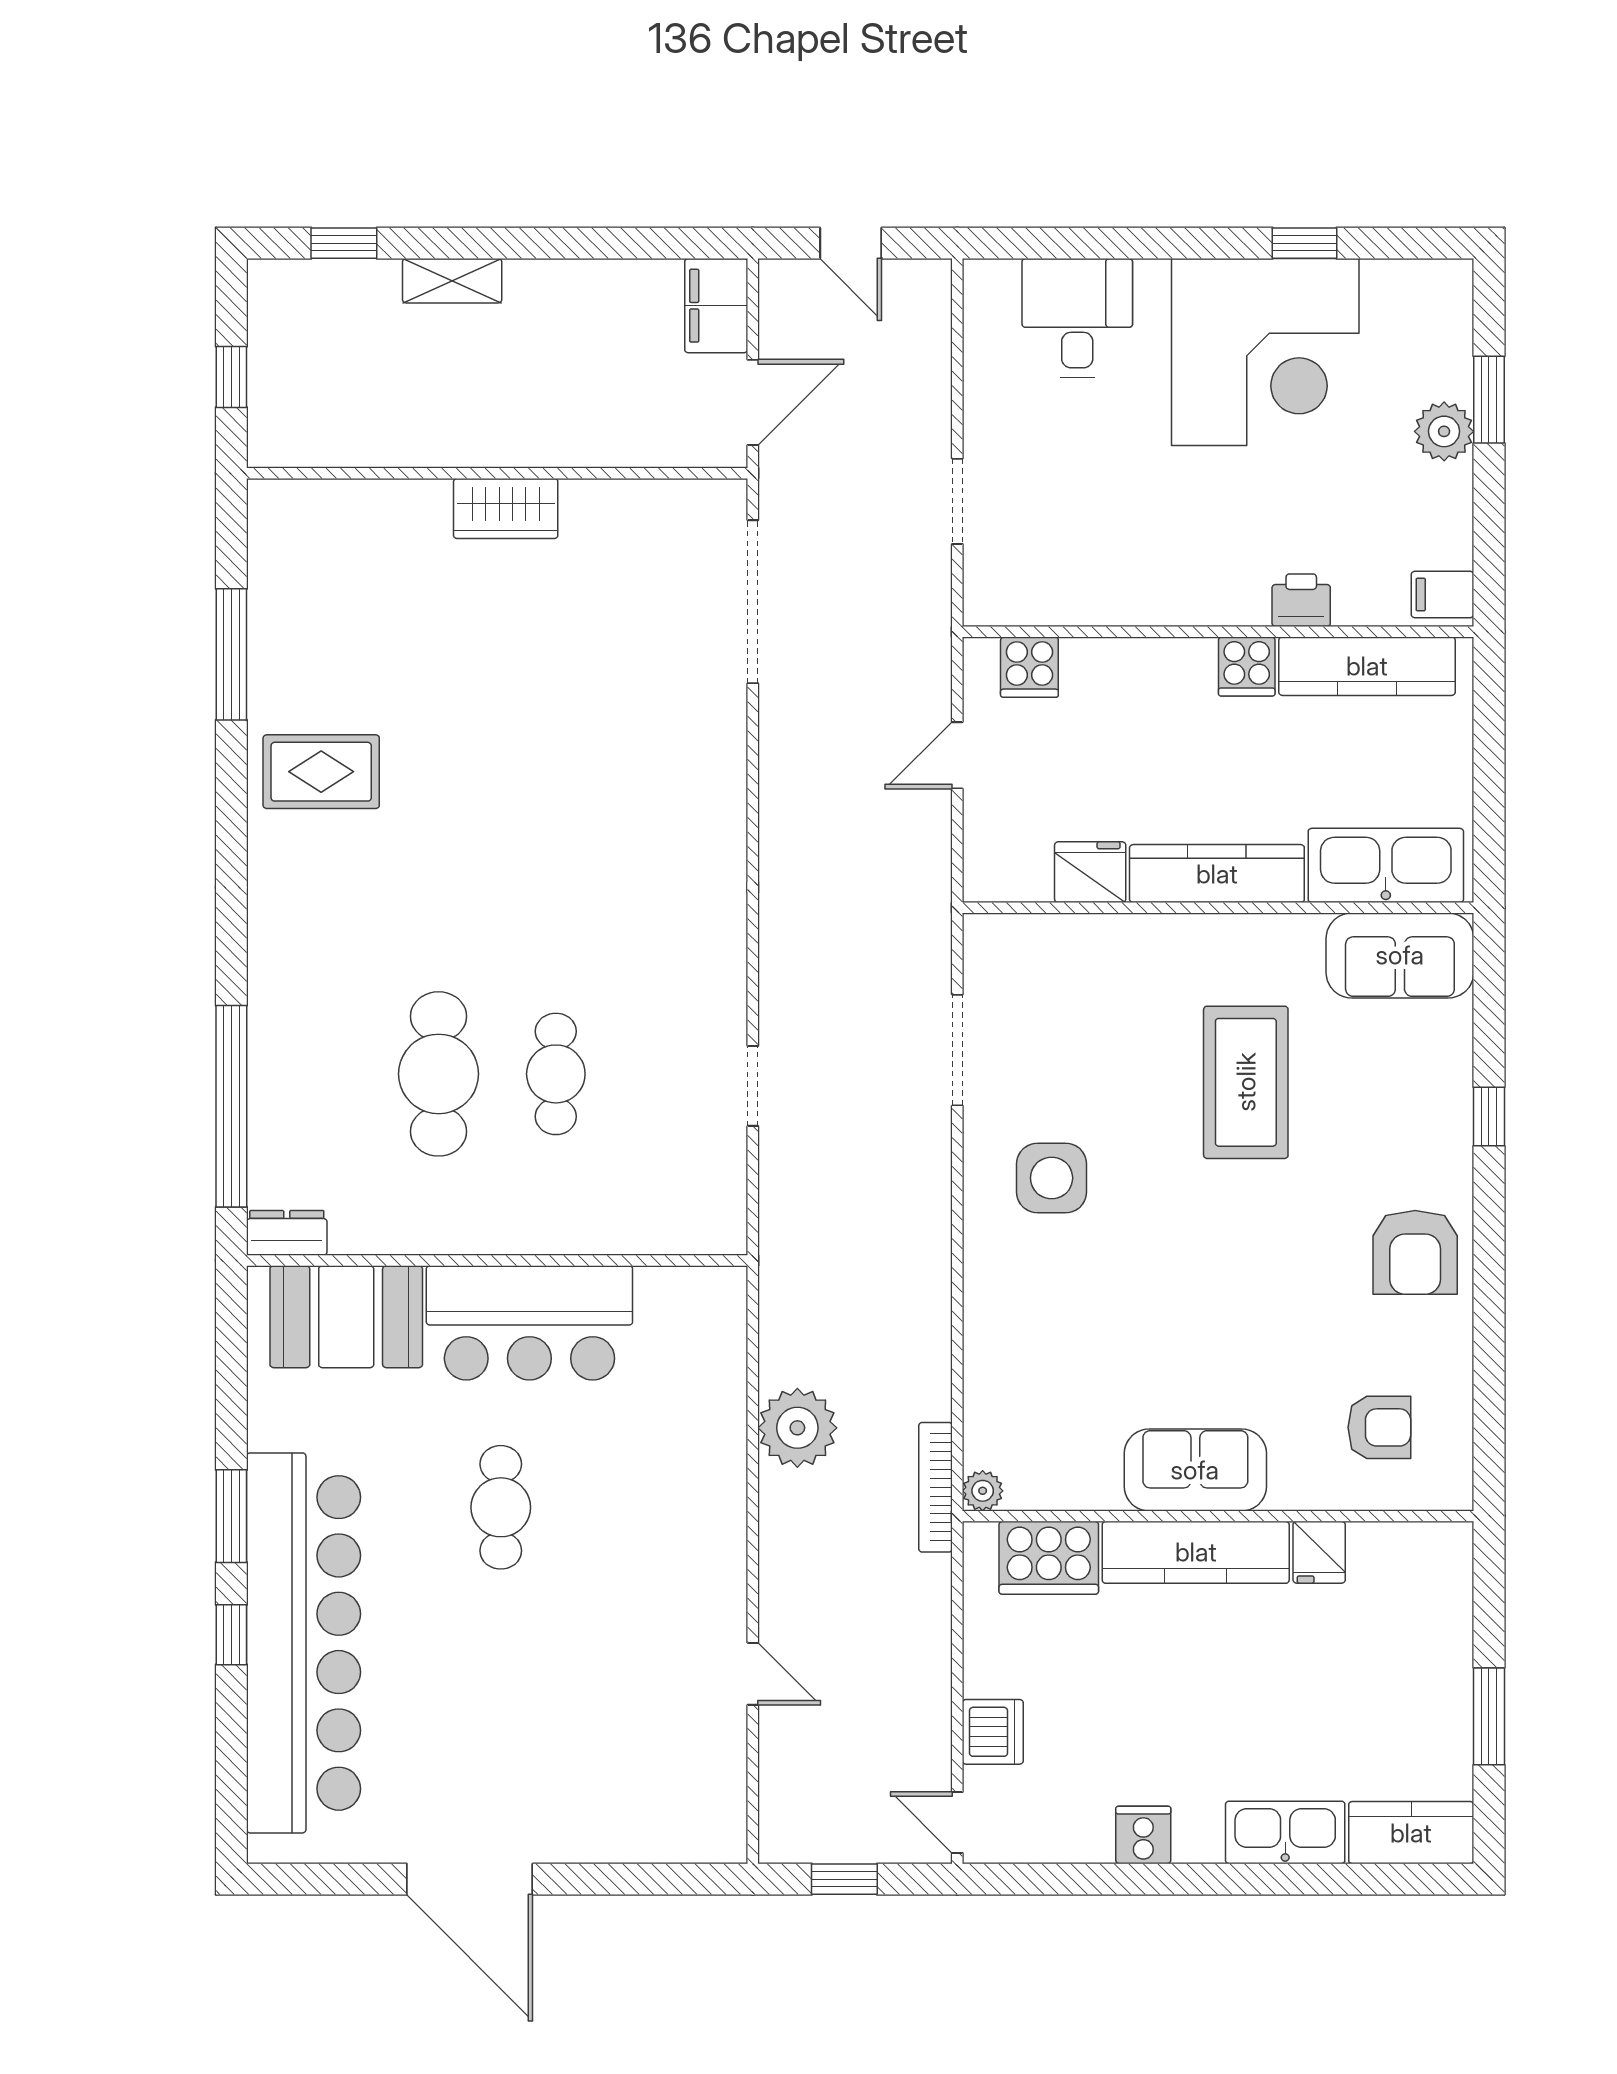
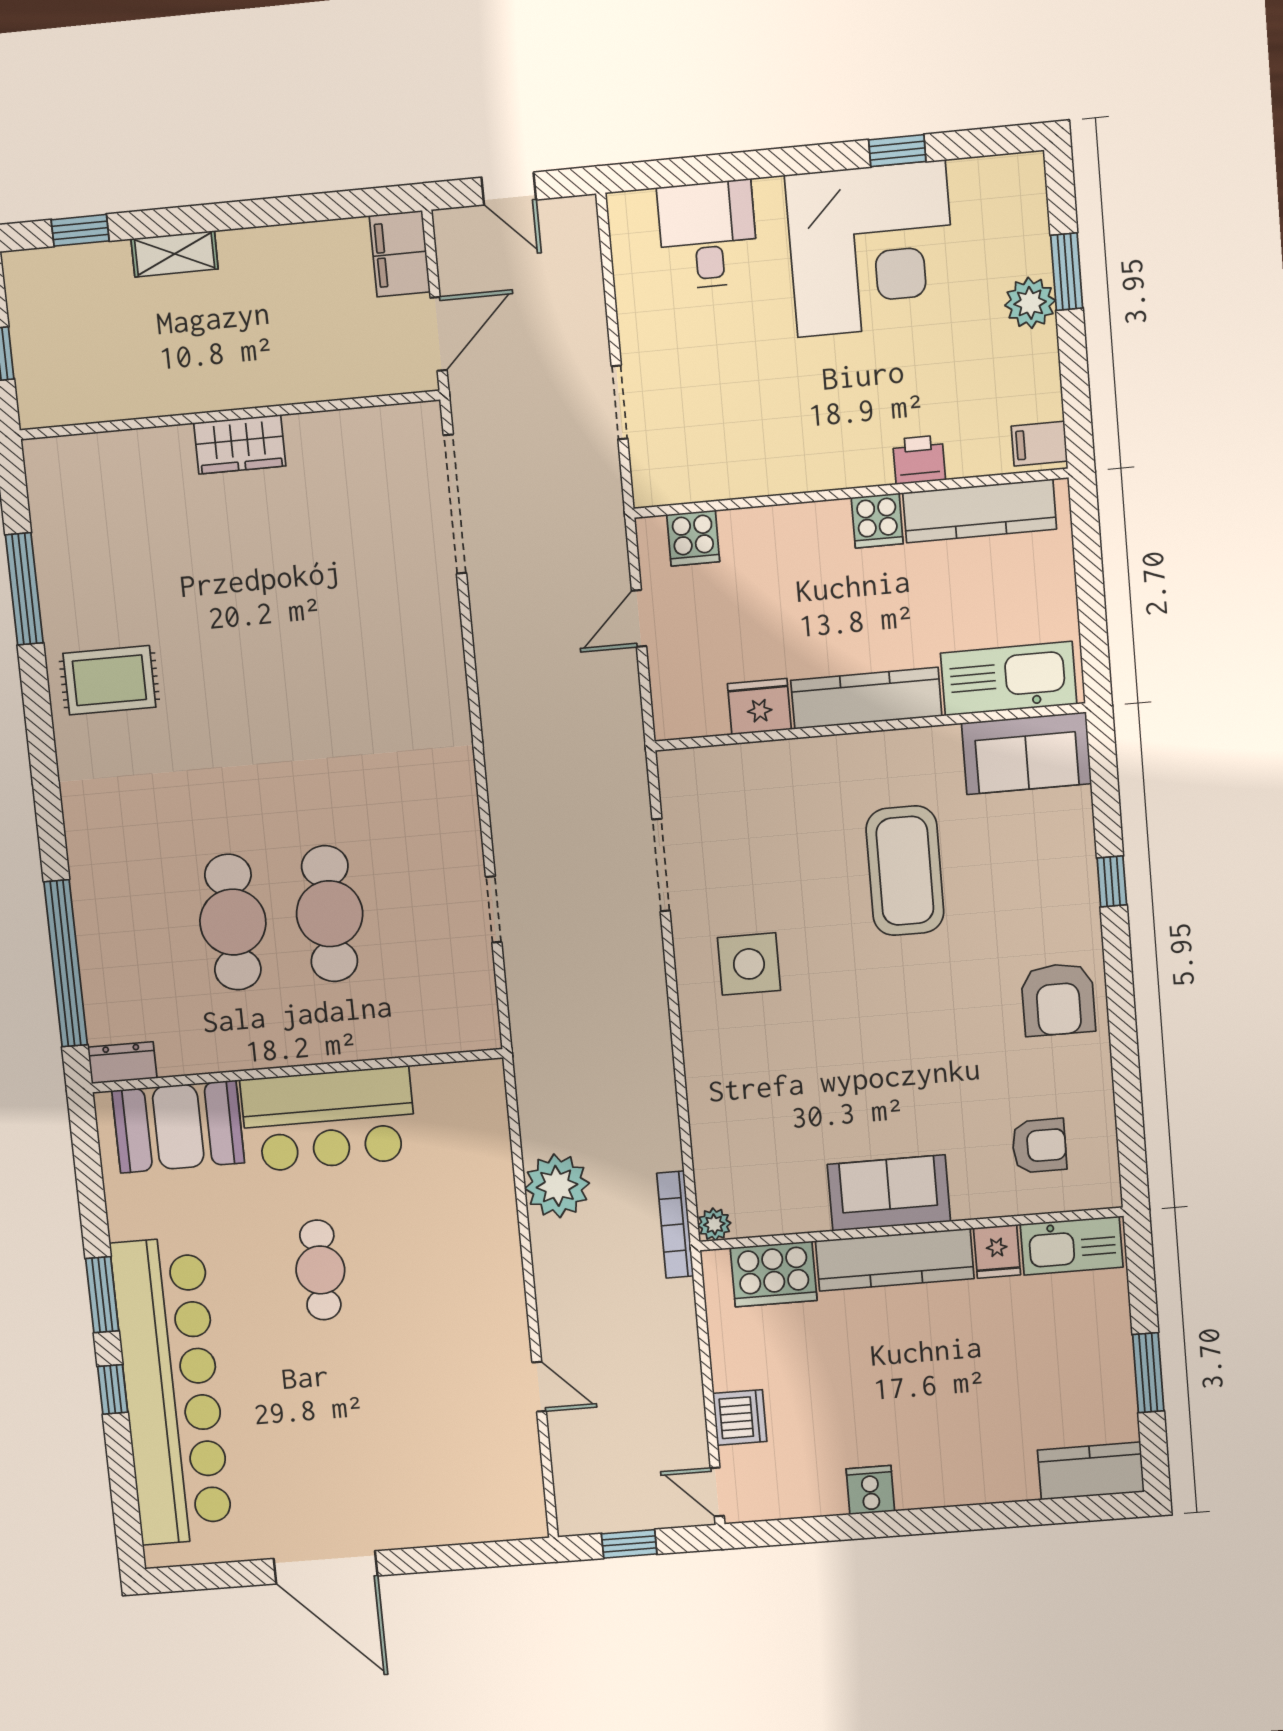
cafe table: (556, 1074) -> (330, 914), width x1.37, depth x1.35
kitchen sink: (1285, 1832) -> (1072, 1246), moved, turned 180

